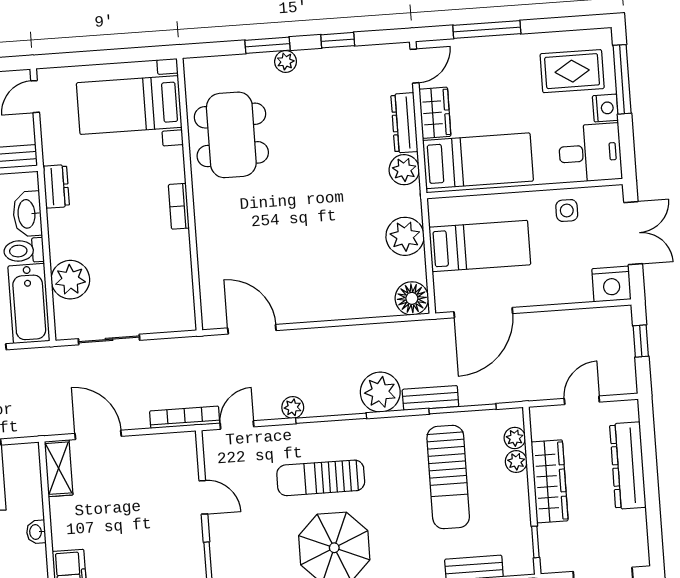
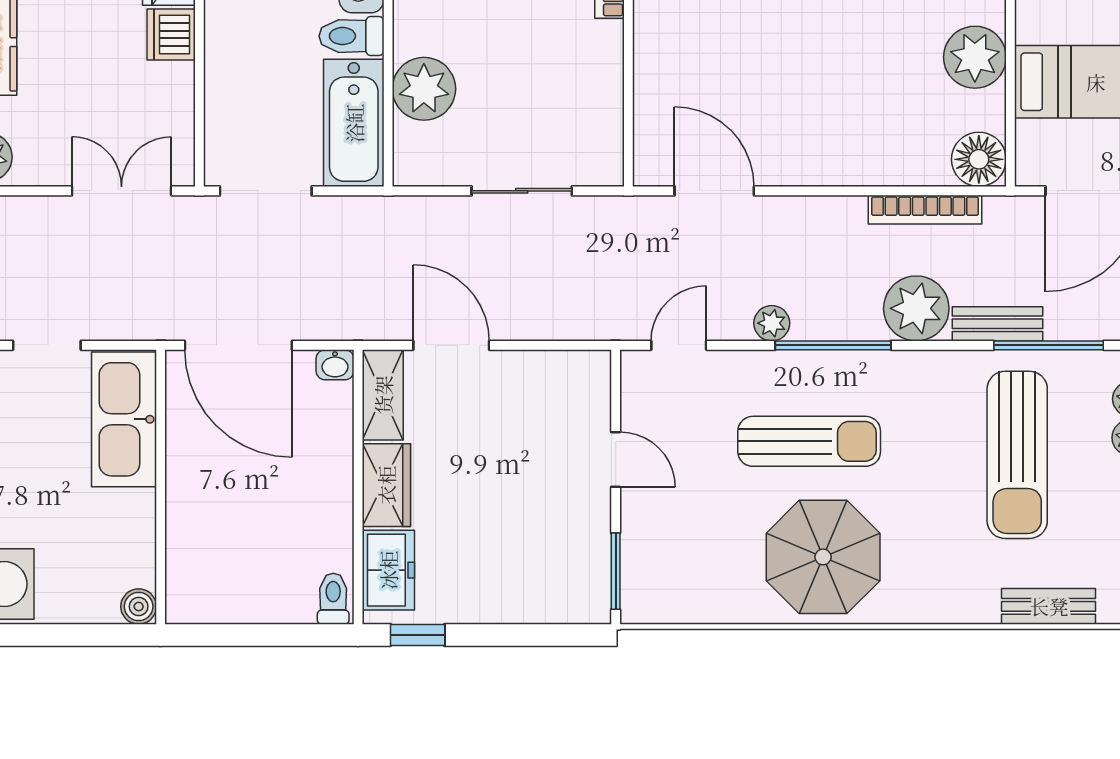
sliding door: (109, 339) -> (522, 191), moved
bookcase: (185, 417) -> (925, 210), moved, turned 180
sun lounger: (321, 478) -> (809, 441), turned 180
wardrobe: (65, 523) -> (386, 485), added
washbasin: (36, 532) -> (335, 365), moved, turned -90

